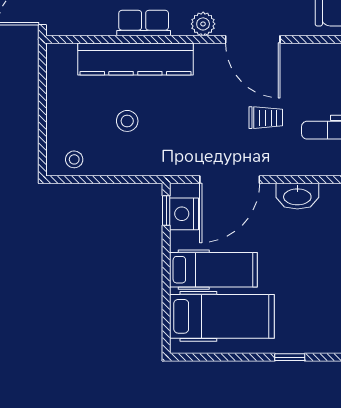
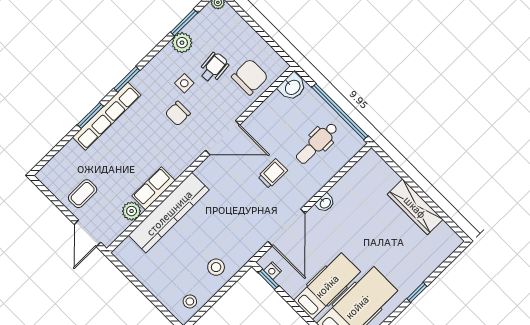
plant: (203, 24) -> (132, 211), moved
stool: (127, 121) -> (216, 267), moved
washbasin: (297, 196) -> (325, 203), width x0.52, depth x0.69
nightstand: (184, 214) -> (273, 271), width x0.53, depth x0.56

